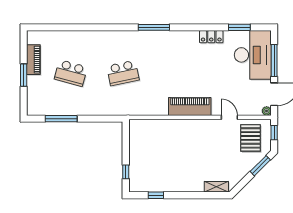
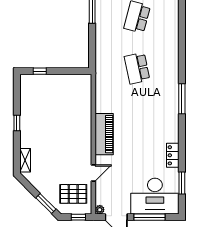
window: (156, 195) -> (17, 123), moved

